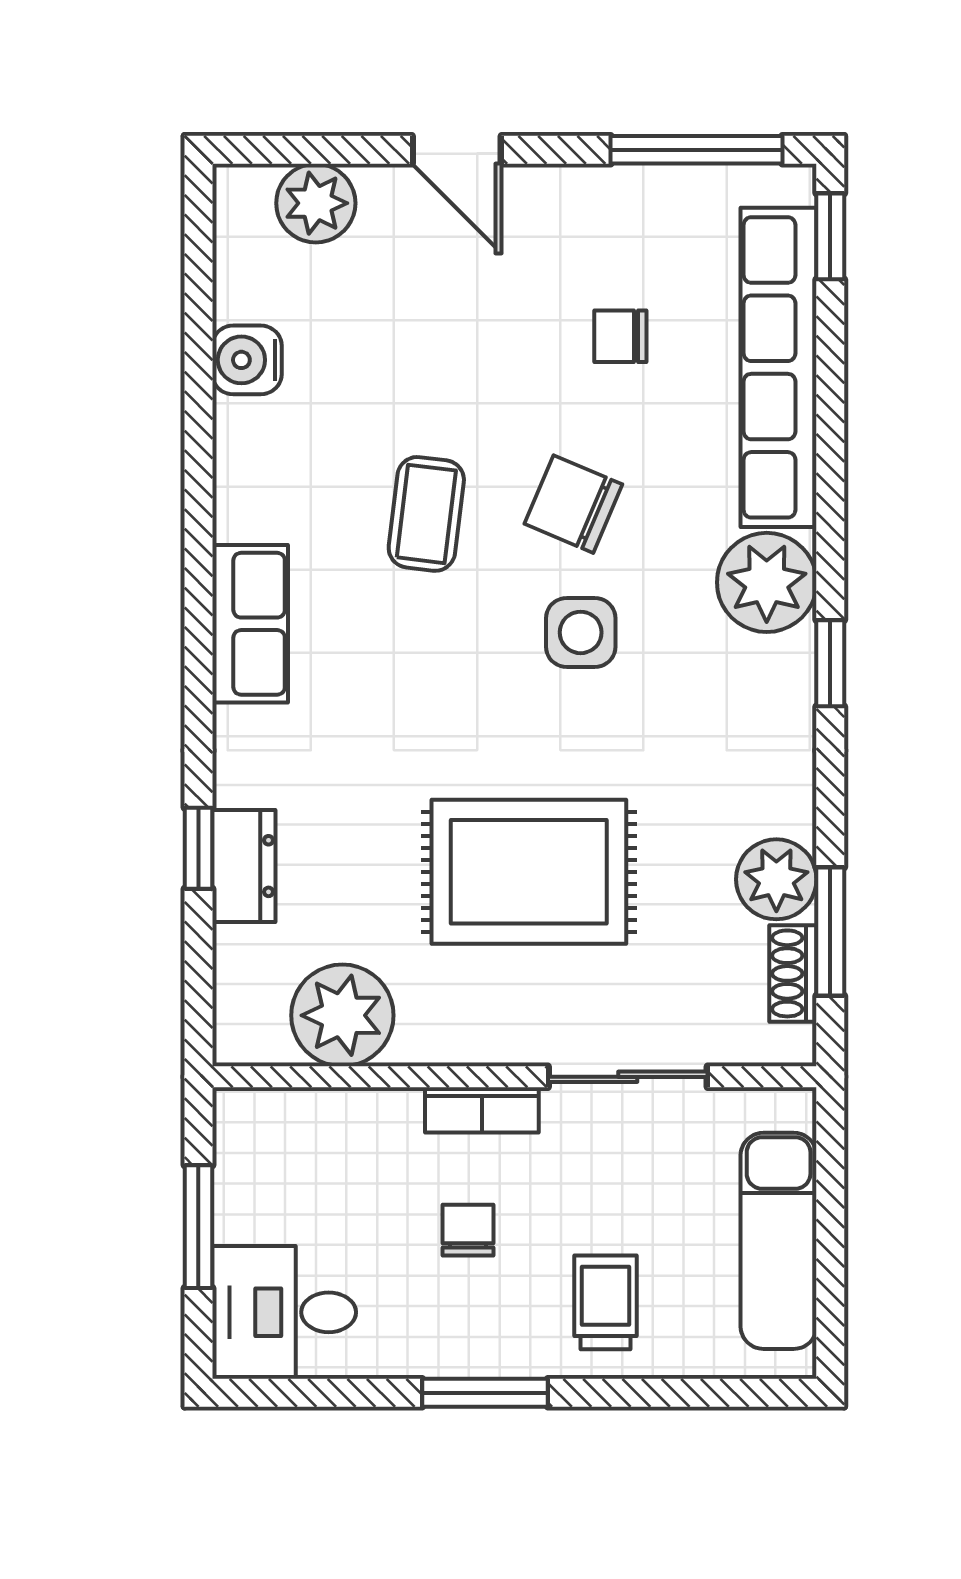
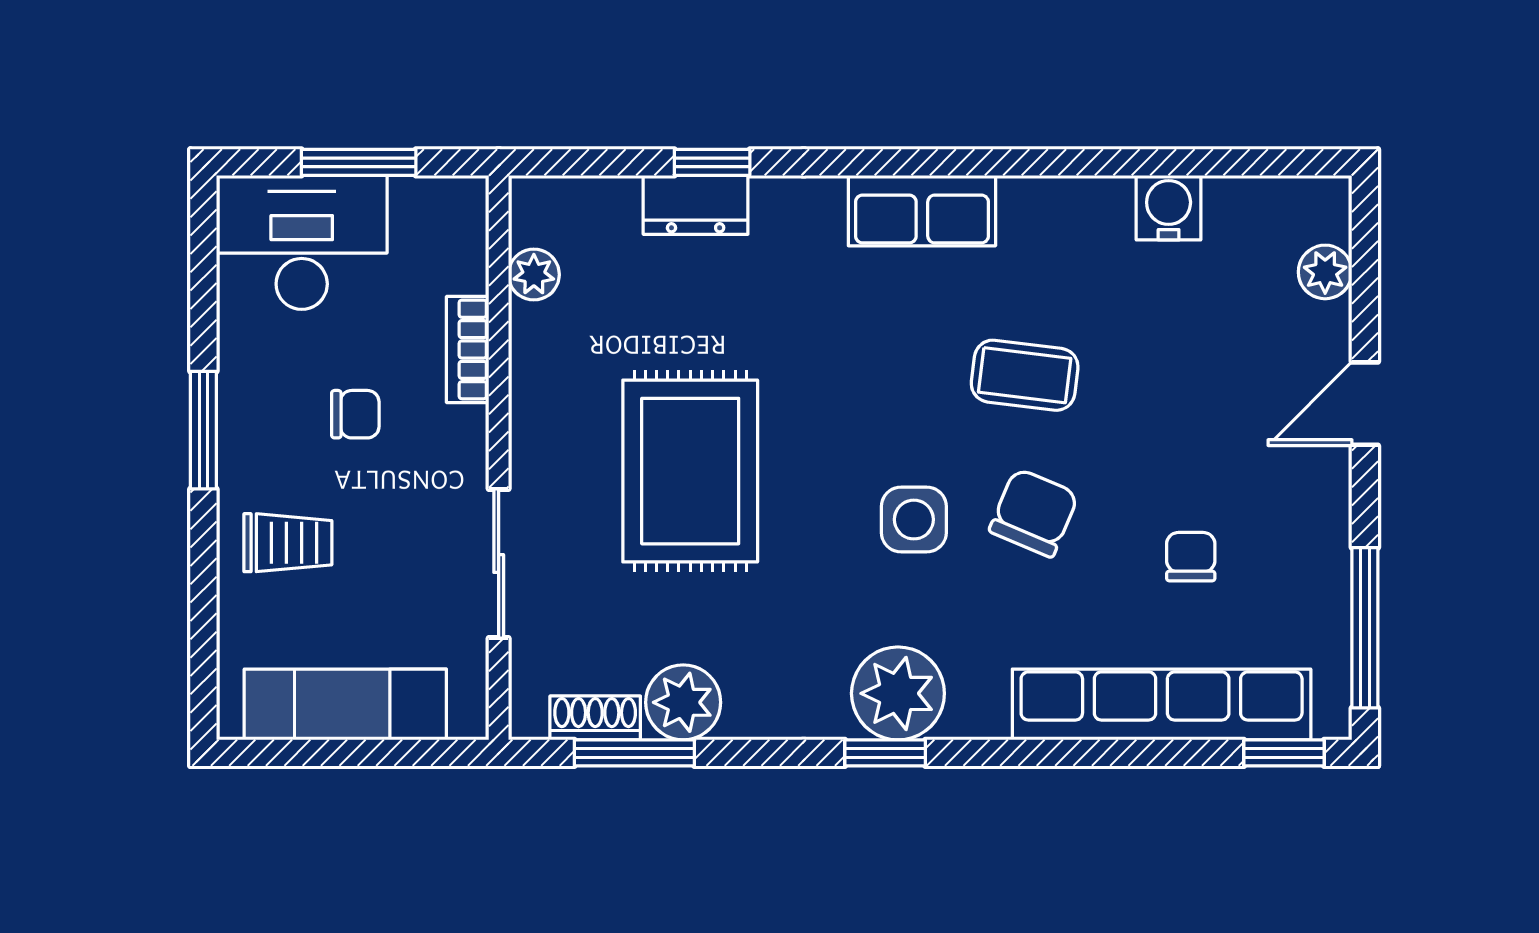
plant: (316, 203) -> (1325, 272), width x0.73, depth x0.73
plant: (767, 582) -> (898, 693), moved
plant: (342, 1015) -> (534, 275), width x0.53, depth x0.53
bookcase: (482, 1110) -> (468, 349), moved
desk: (284, 1312) -> (302, 242), width x1.37

